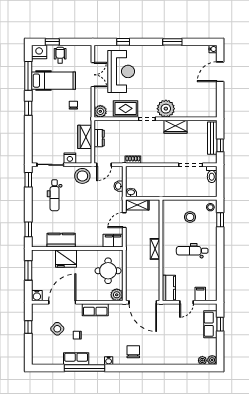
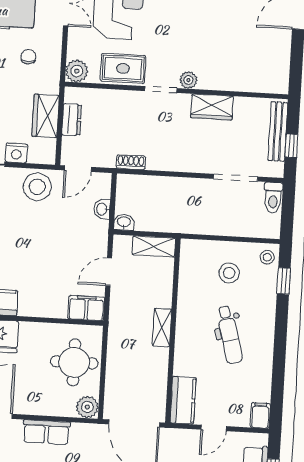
plant: (166, 109) -> (188, 80), width x0.53, depth x0.53
shelving: (137, 205) -> (154, 246), moved
dental chair: (192, 251) -> (229, 335), turned -105
filing cabinet: (200, 294) -> (260, 416), moved

